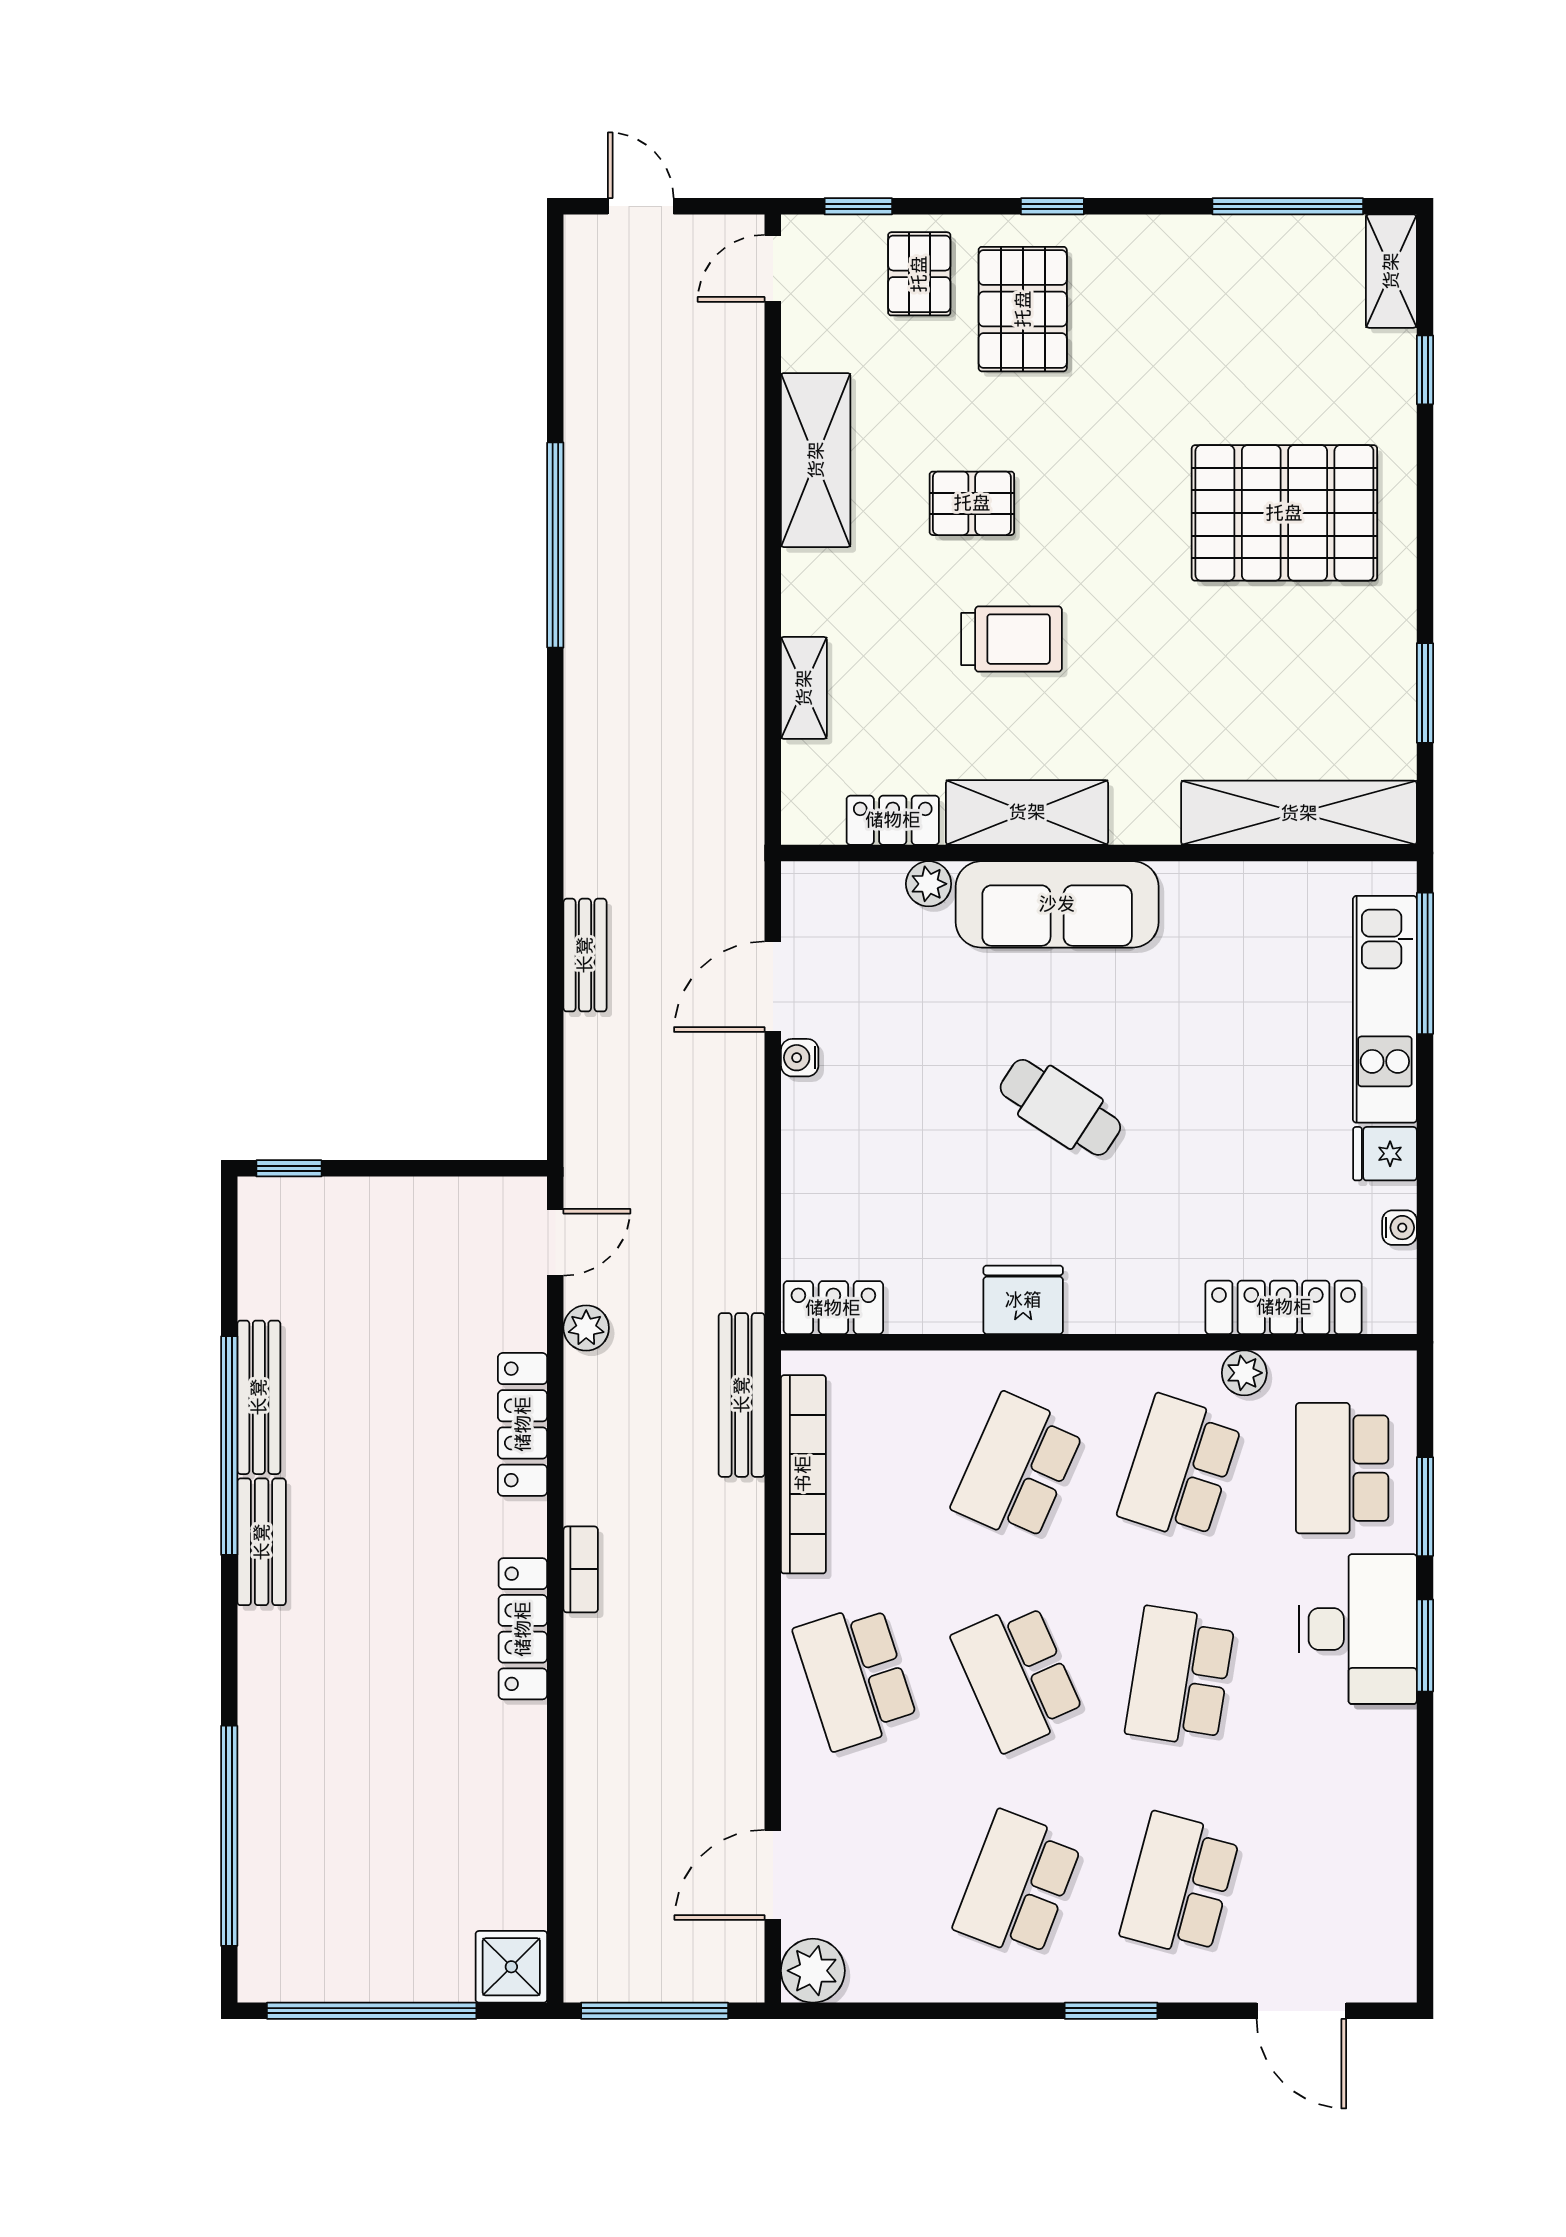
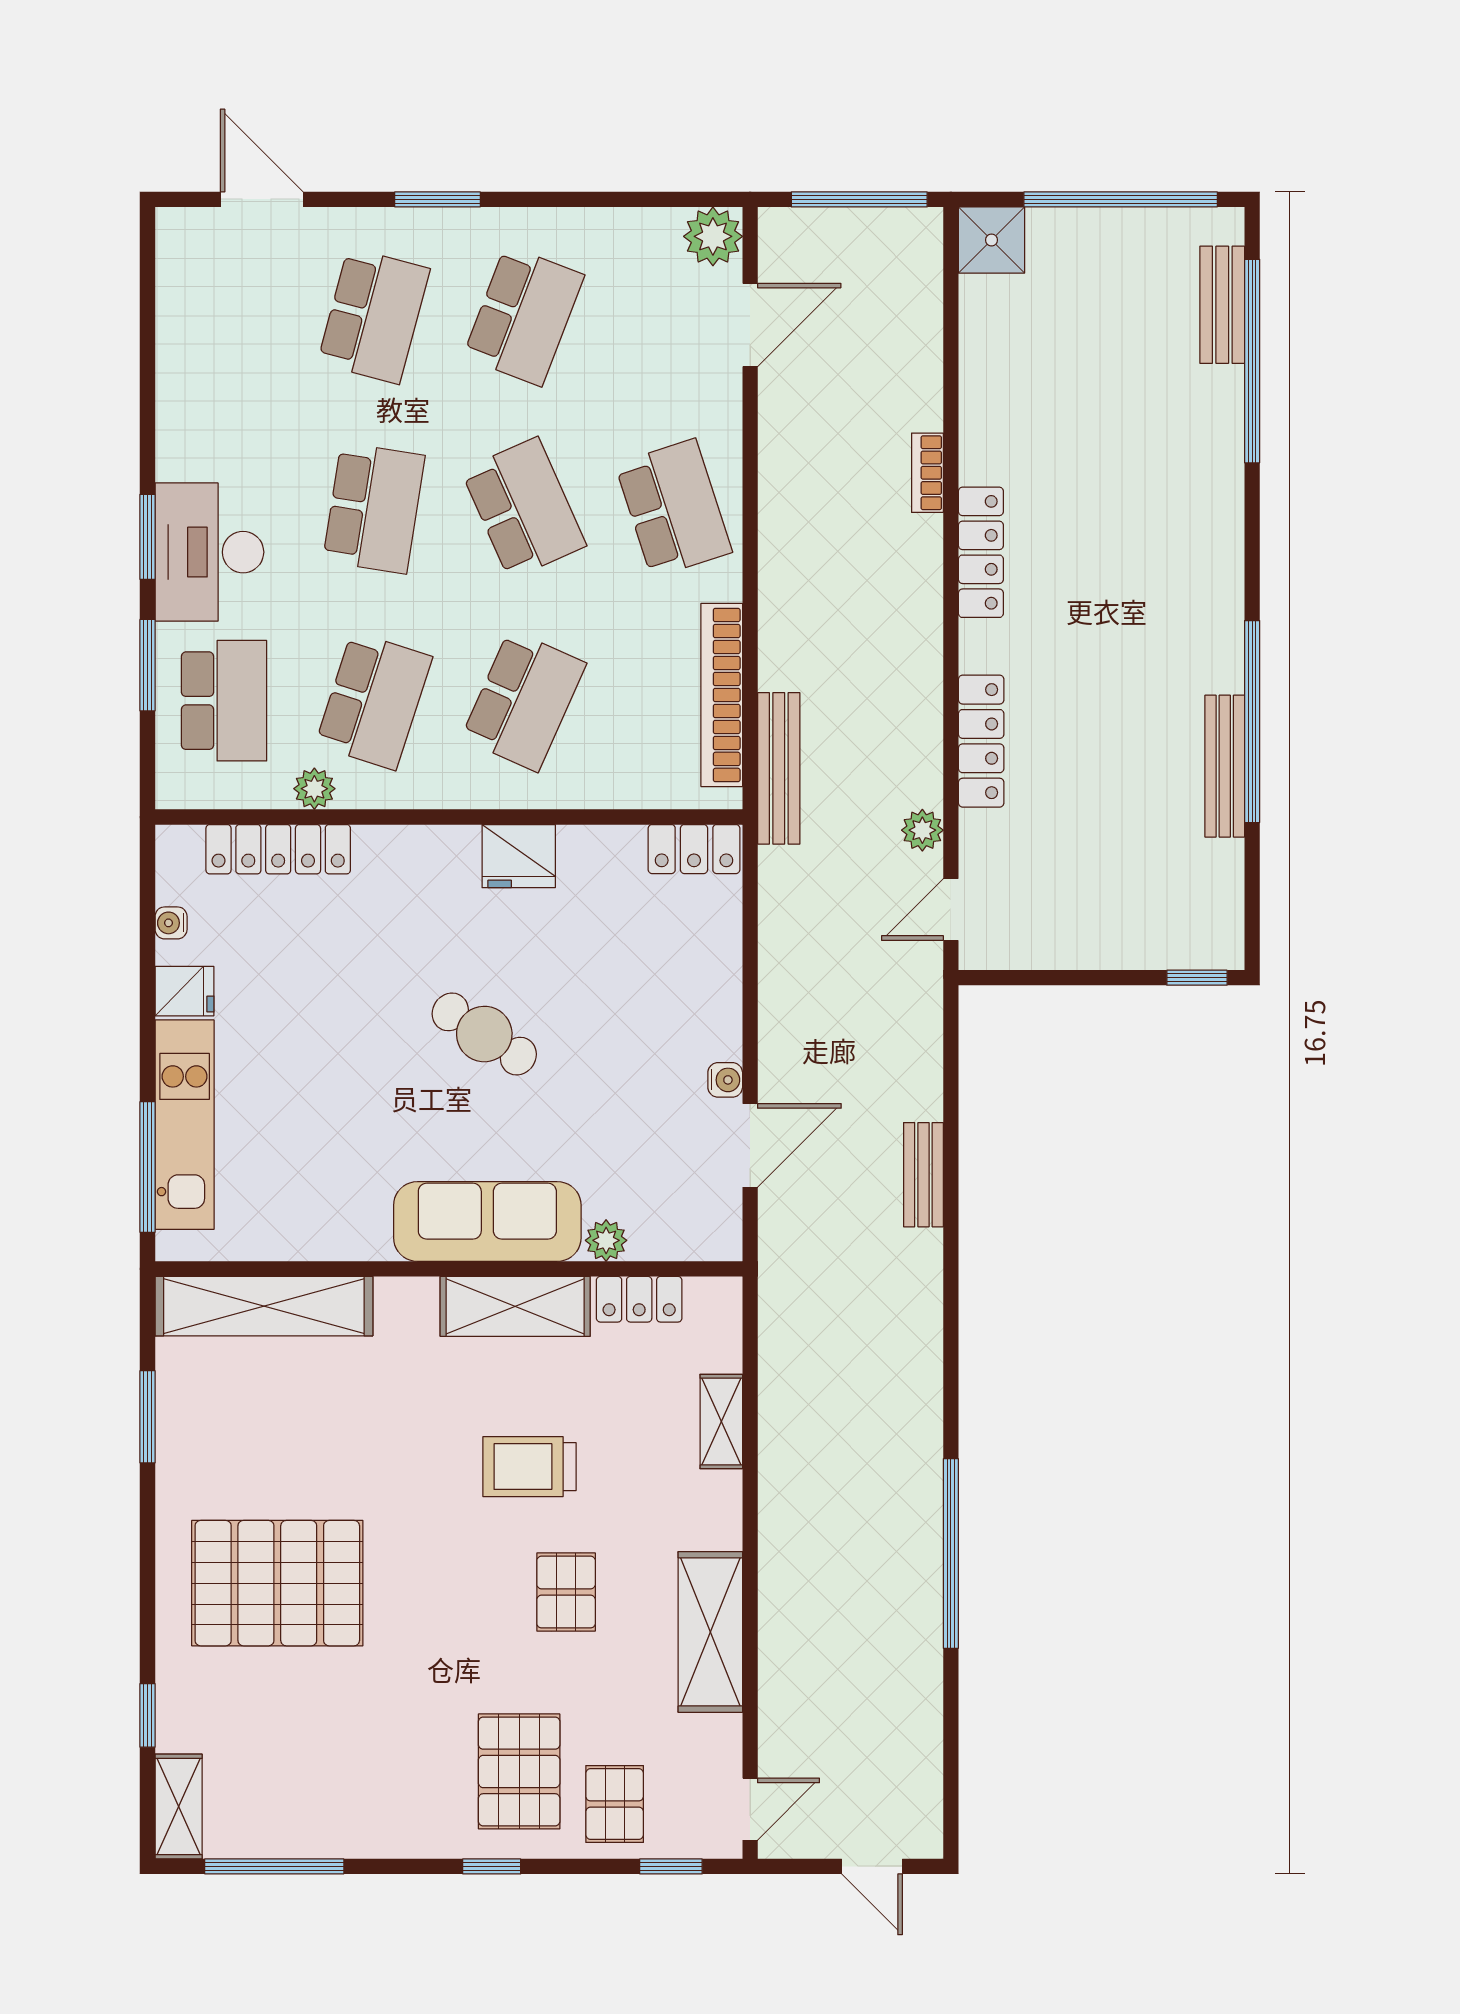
pallet: (972, 503) -> (566, 1592), turned 90
bench: (262, 1542) -> (1222, 305), moved
bookcase: (581, 1569) -> (927, 473), moved

